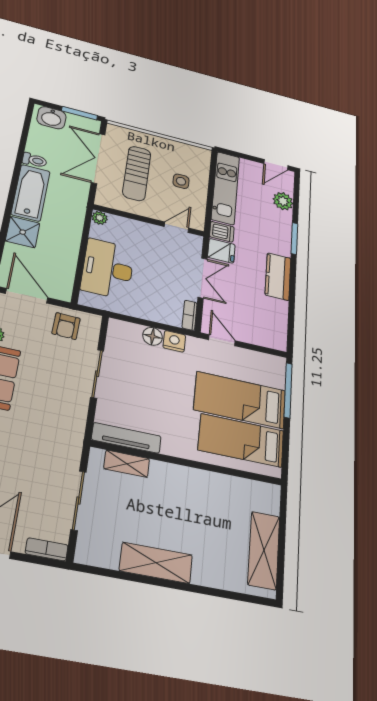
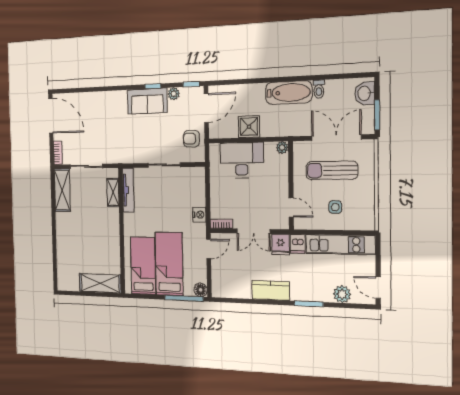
shower: (23, 232) -> (249, 127), moved
floor lamp: (153, 336) -> (201, 290), moved
shelving: (264, 550) -> (100, 283), moved
shelving: (156, 563) -> (62, 190), moved

